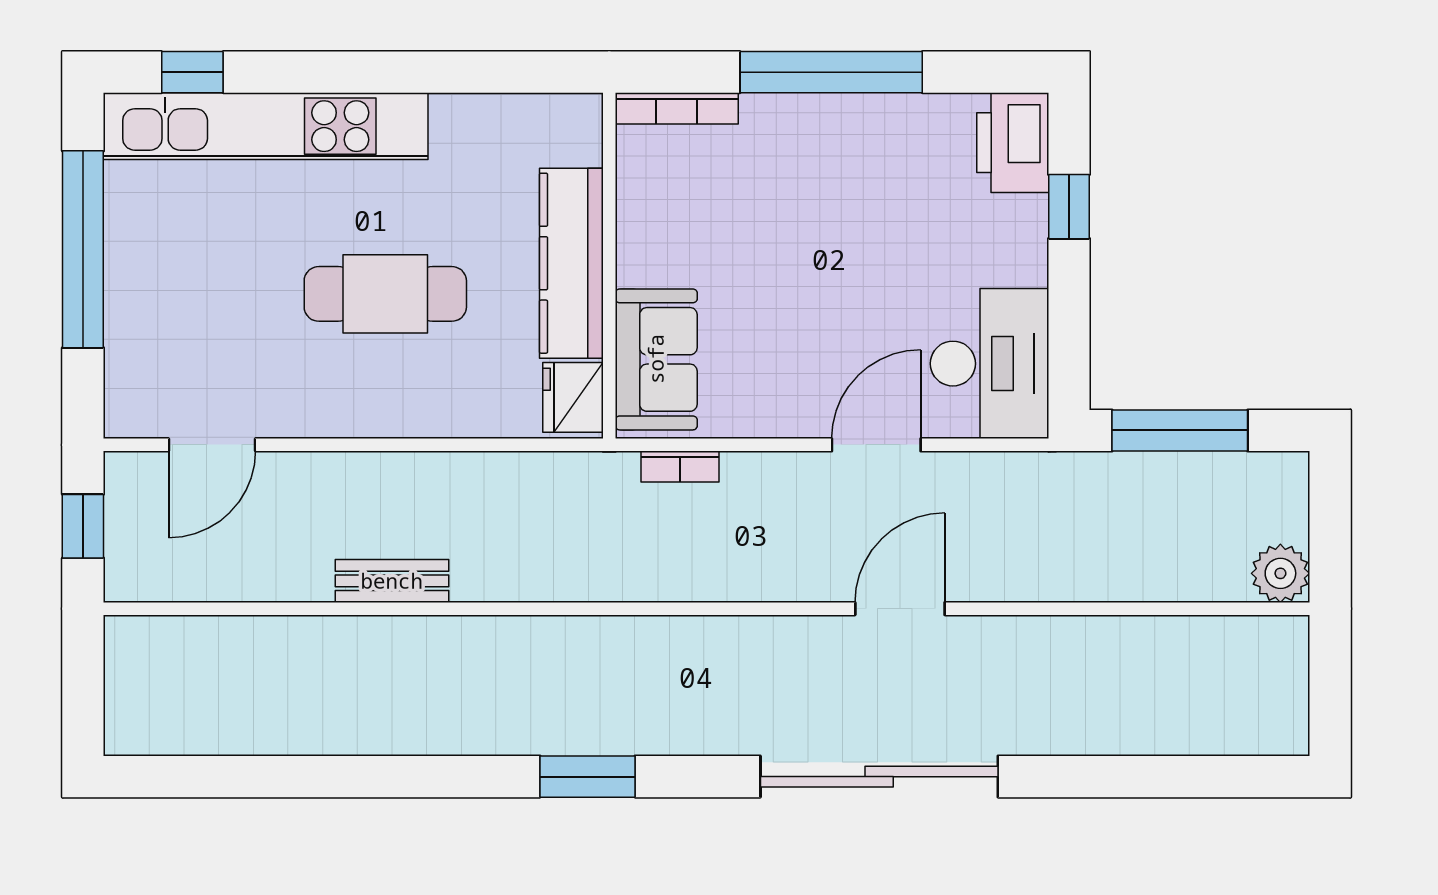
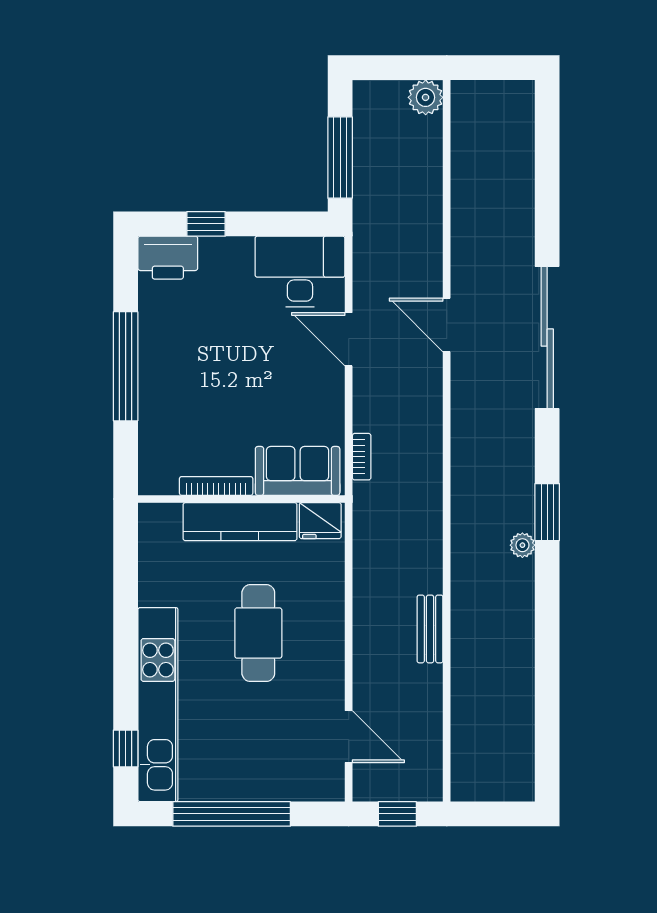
bookcase: (677, 108) -> (216, 486), moved, turned -90
plant: (532, 735) -> (522, 545), added

